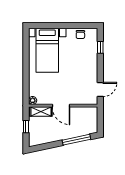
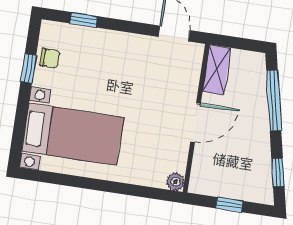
window: (74, 26) -> (28, 68), added
shelving: (41, 112) -> (217, 70), moved
window: (44, 147) -> (278, 173), added

